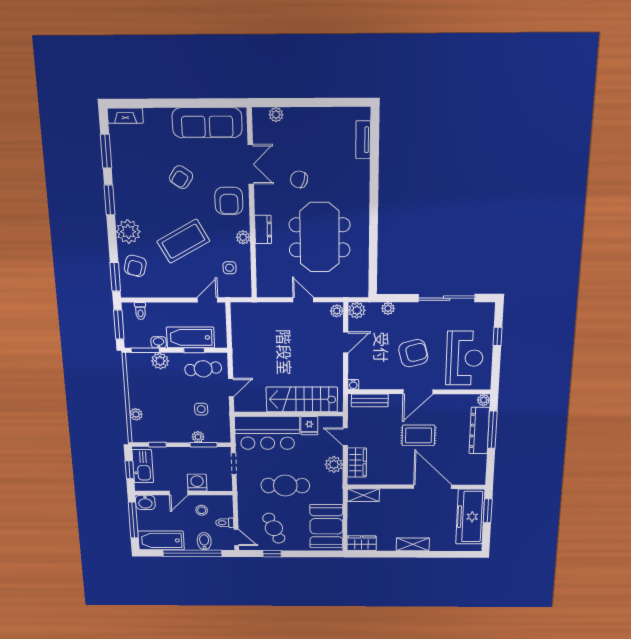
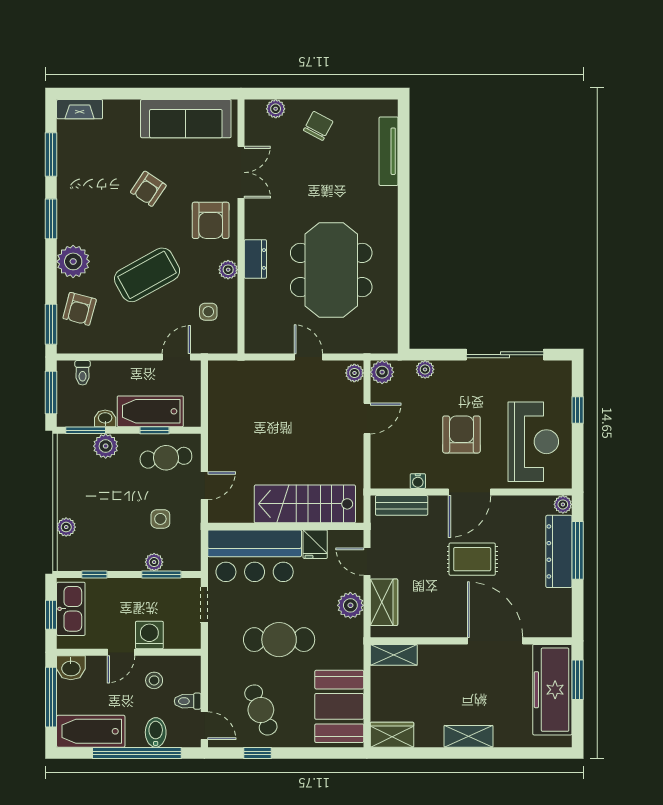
tv unit: (363, 140) -> (389, 151), width x1.41
chair: (299, 179) -> (318, 126), moved, turned 101
armchair: (413, 353) -> (461, 434), turned -75
water cooler: (353, 384) -> (418, 481), moved

